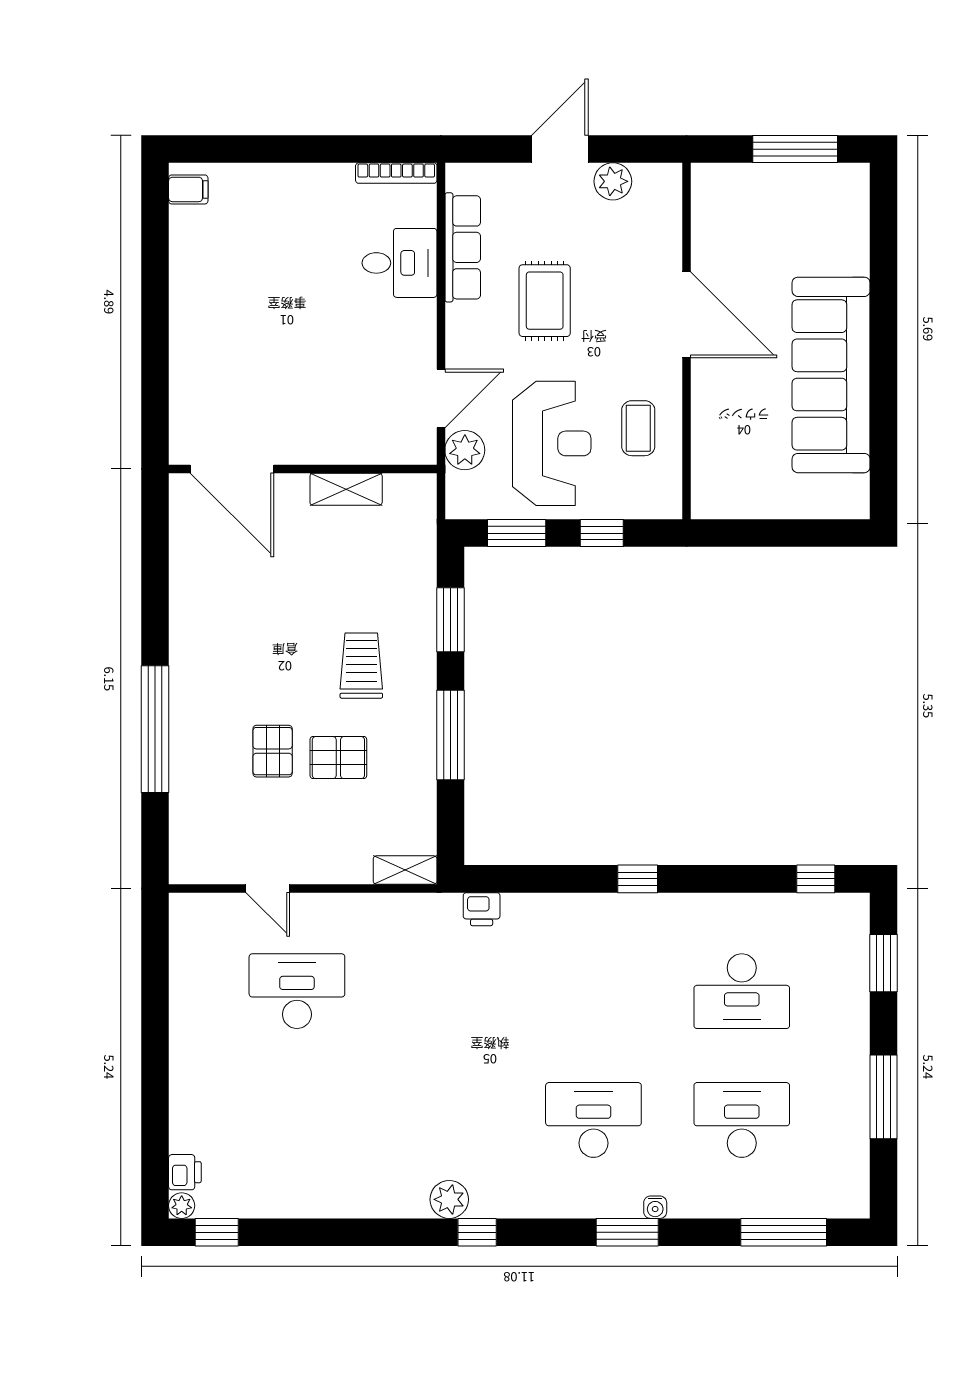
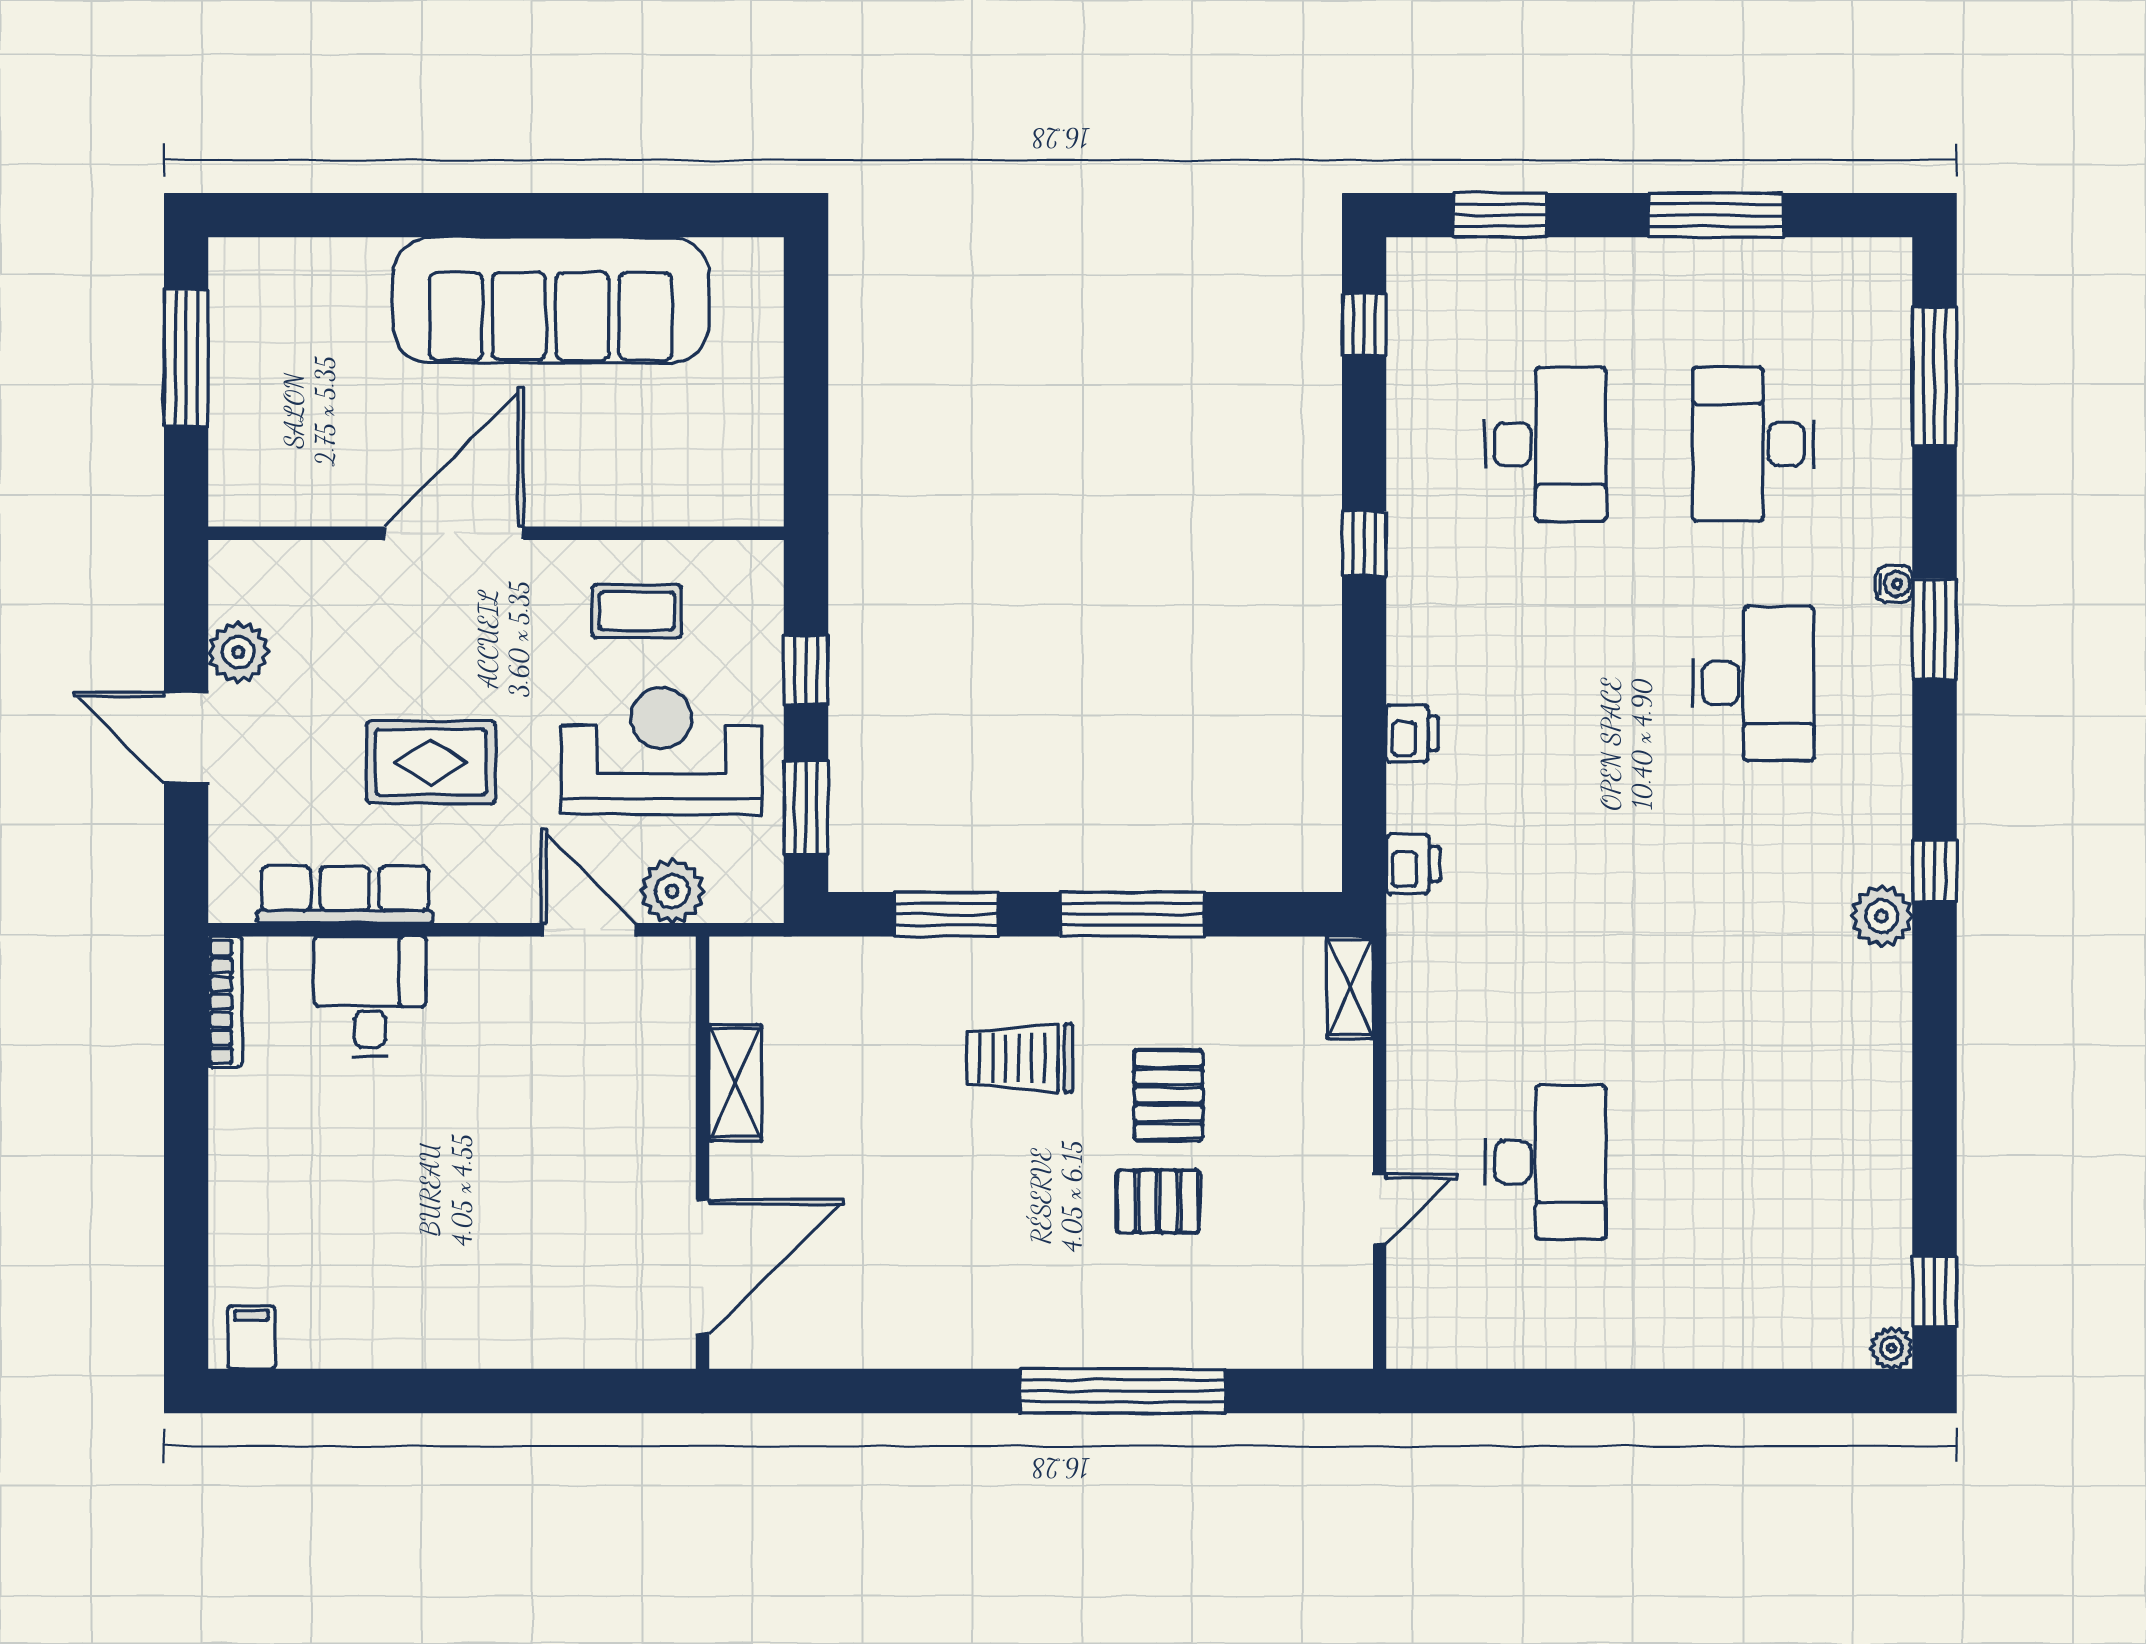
window: (638, 879) -> (1364, 543), moved
desk: (297, 991) -> (1545, 1162), turned 180
desk: (593, 1120) -> (1753, 683), turned 180
printer: (185, 1172) -> (1412, 734), moved, turned 90

